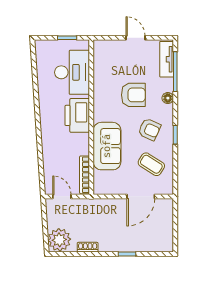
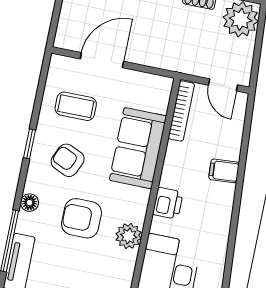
plant: (102, 90) -> (129, 236), added
printer: (77, 115) -> (168, 203), width x0.53, depth x0.68
filing cabinet: (50, 143) -> (224, 171), added
coffee table: (151, 164) -> (76, 106), turned -32

